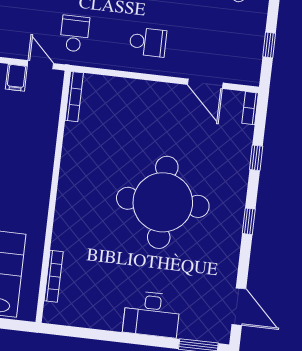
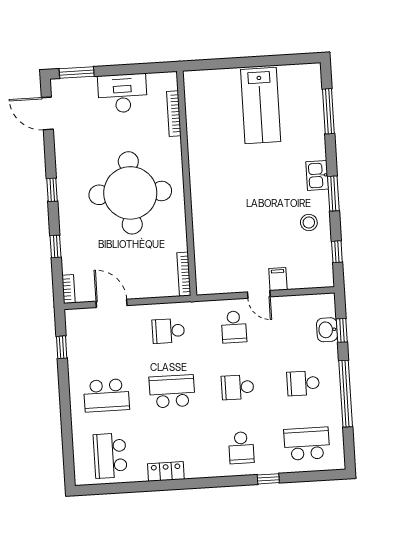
bookcase: (74, 97) -> (184, 274), moved
wall: (53, 197) -> (187, 183), moved
bookcase: (54, 276) -> (174, 114), moved

